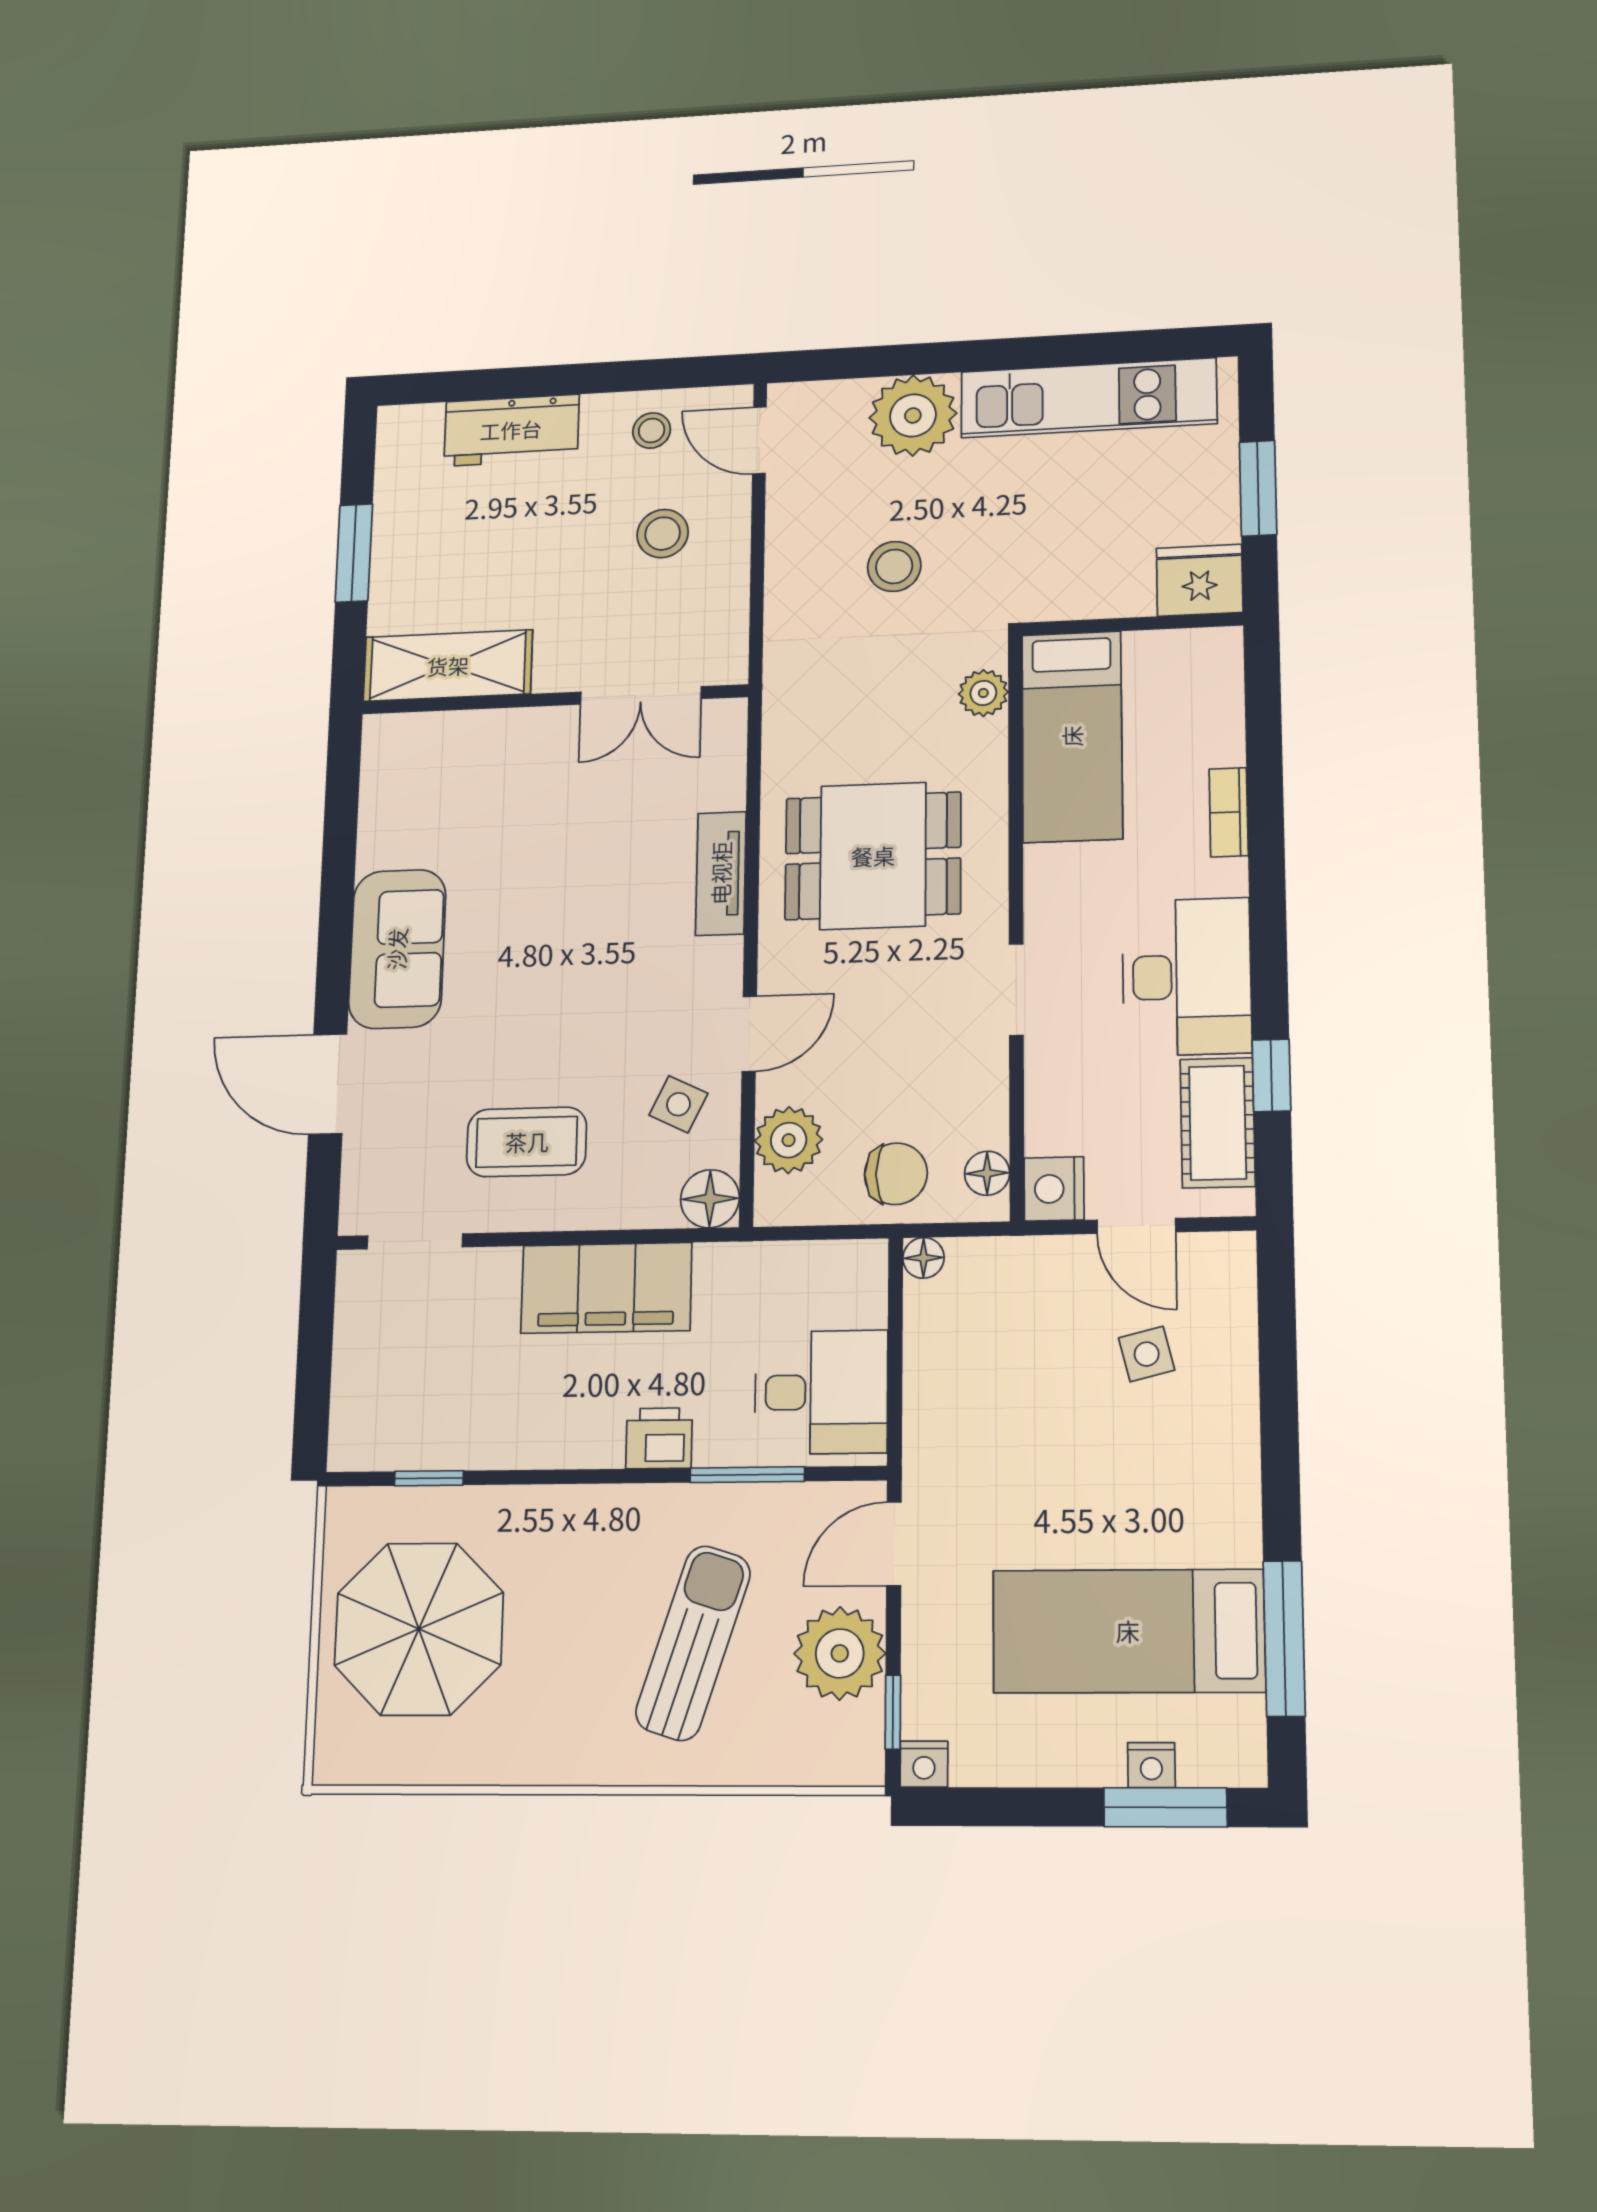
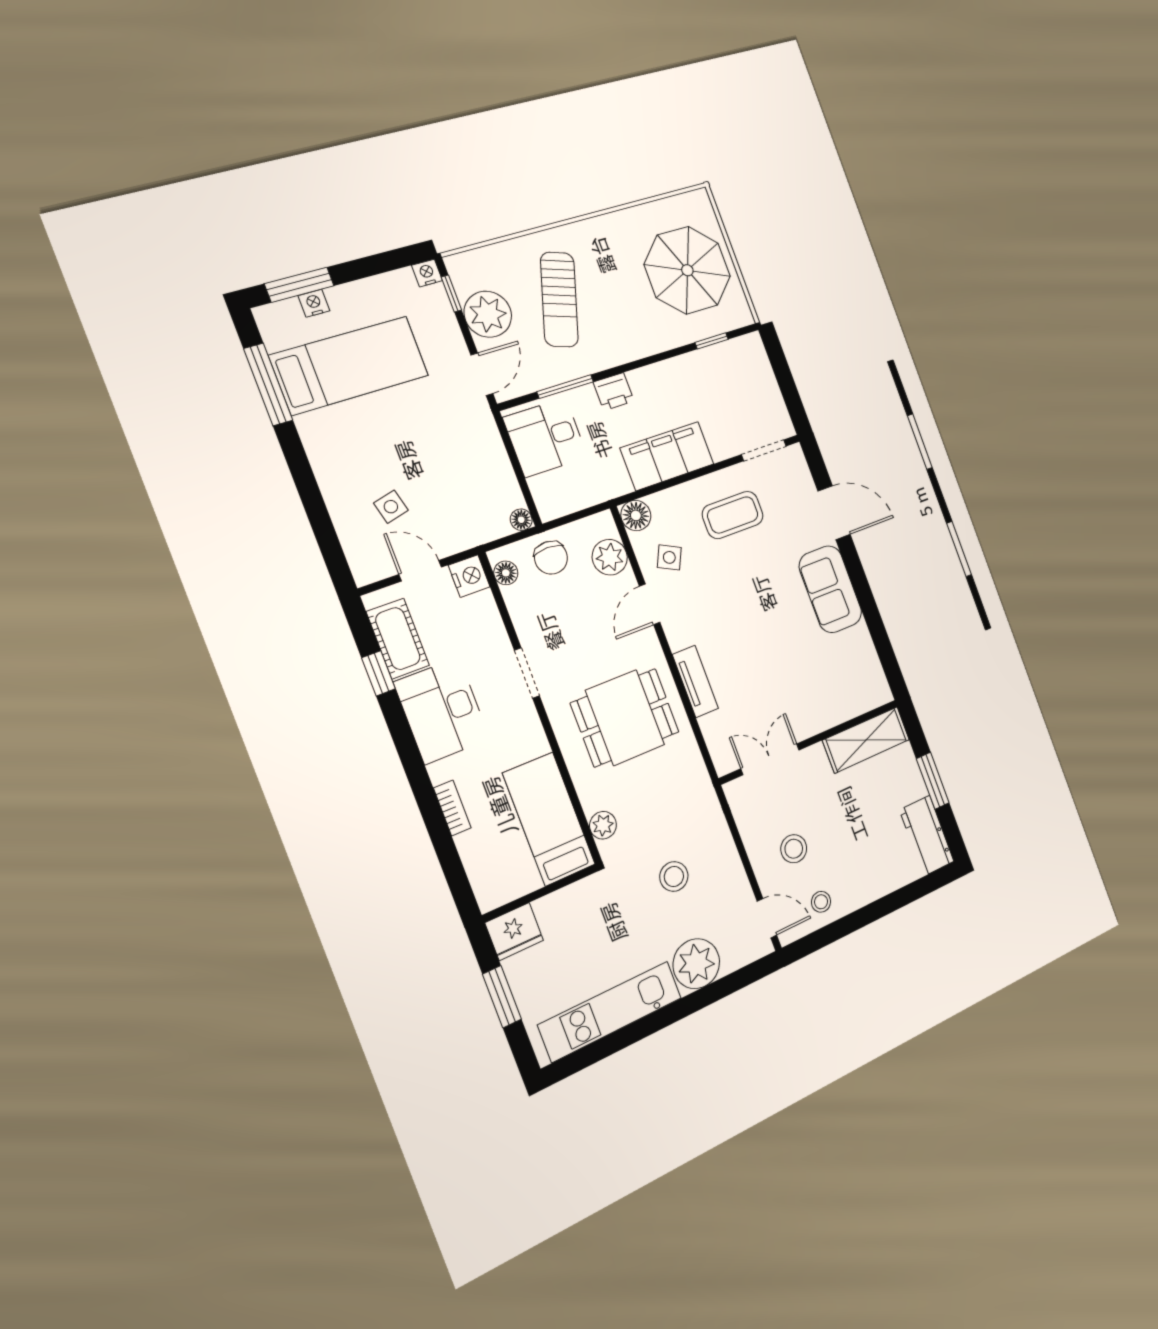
workbench: (511, 430) -> (927, 836), moved, turned -90
chair: (896, 1174) -> (551, 558), turned -90

